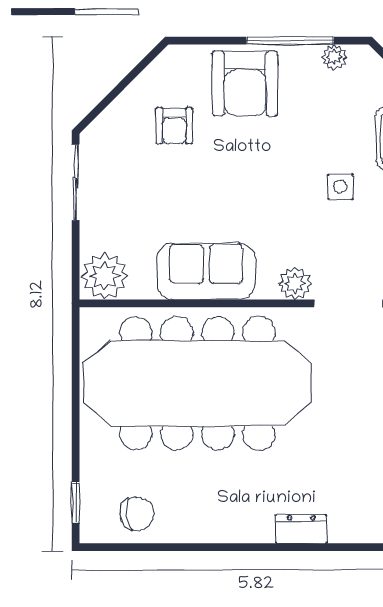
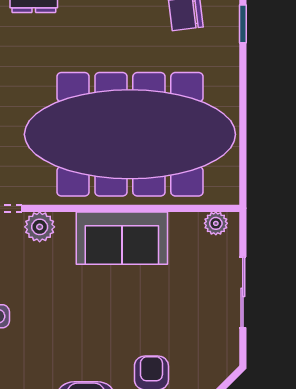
sliding door: (76, 182) -> (243, 292), moved
plant: (105, 276) -> (216, 223), width x0.53, depth x0.53

